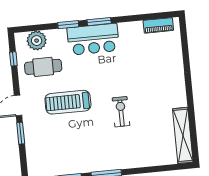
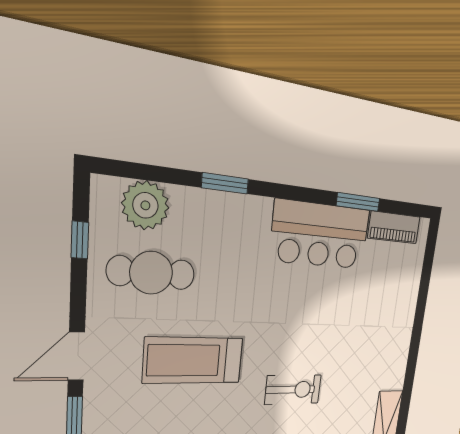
window: (99, 22) -> (358, 202), moved
bar counter: (93, 39) -> (320, 235), moved
exercise bike: (121, 112) -> (293, 390), turned 90

